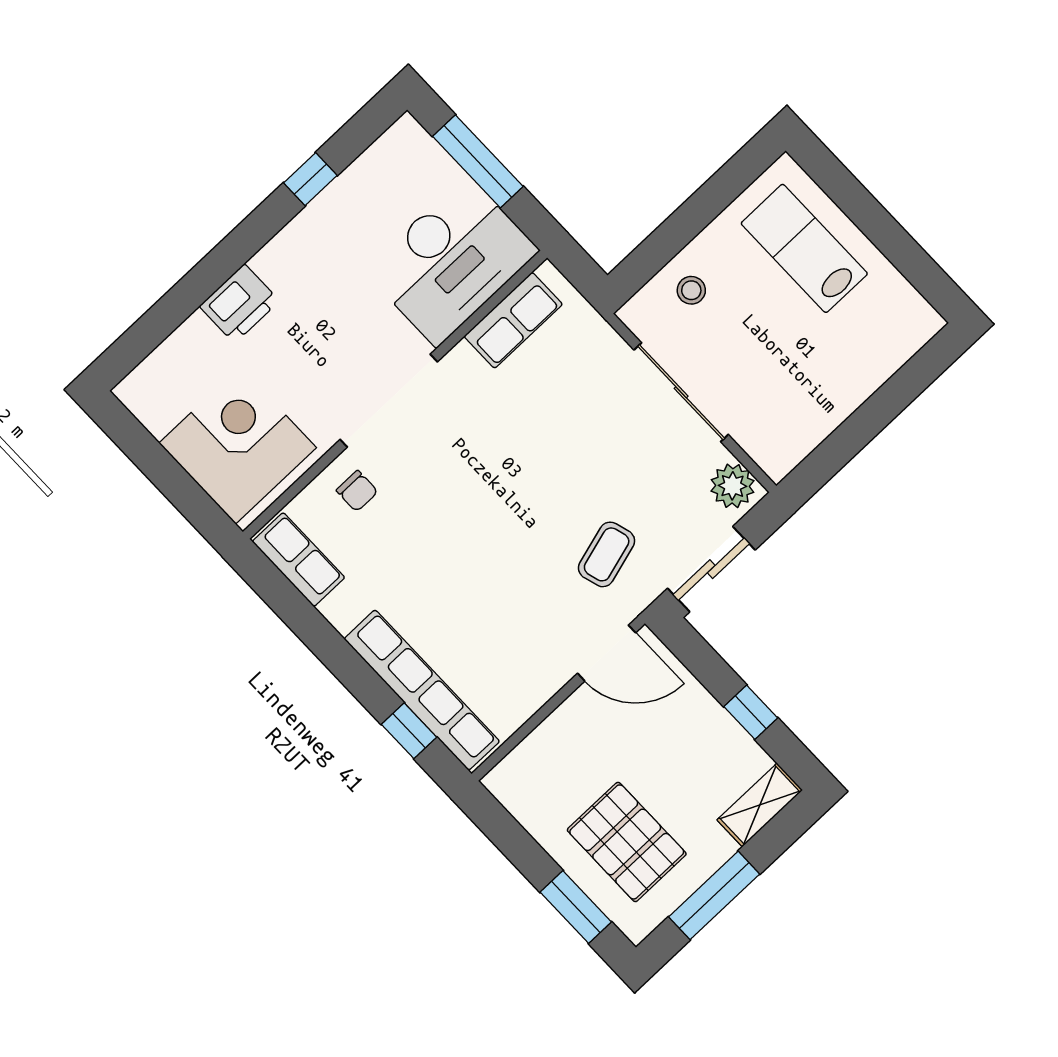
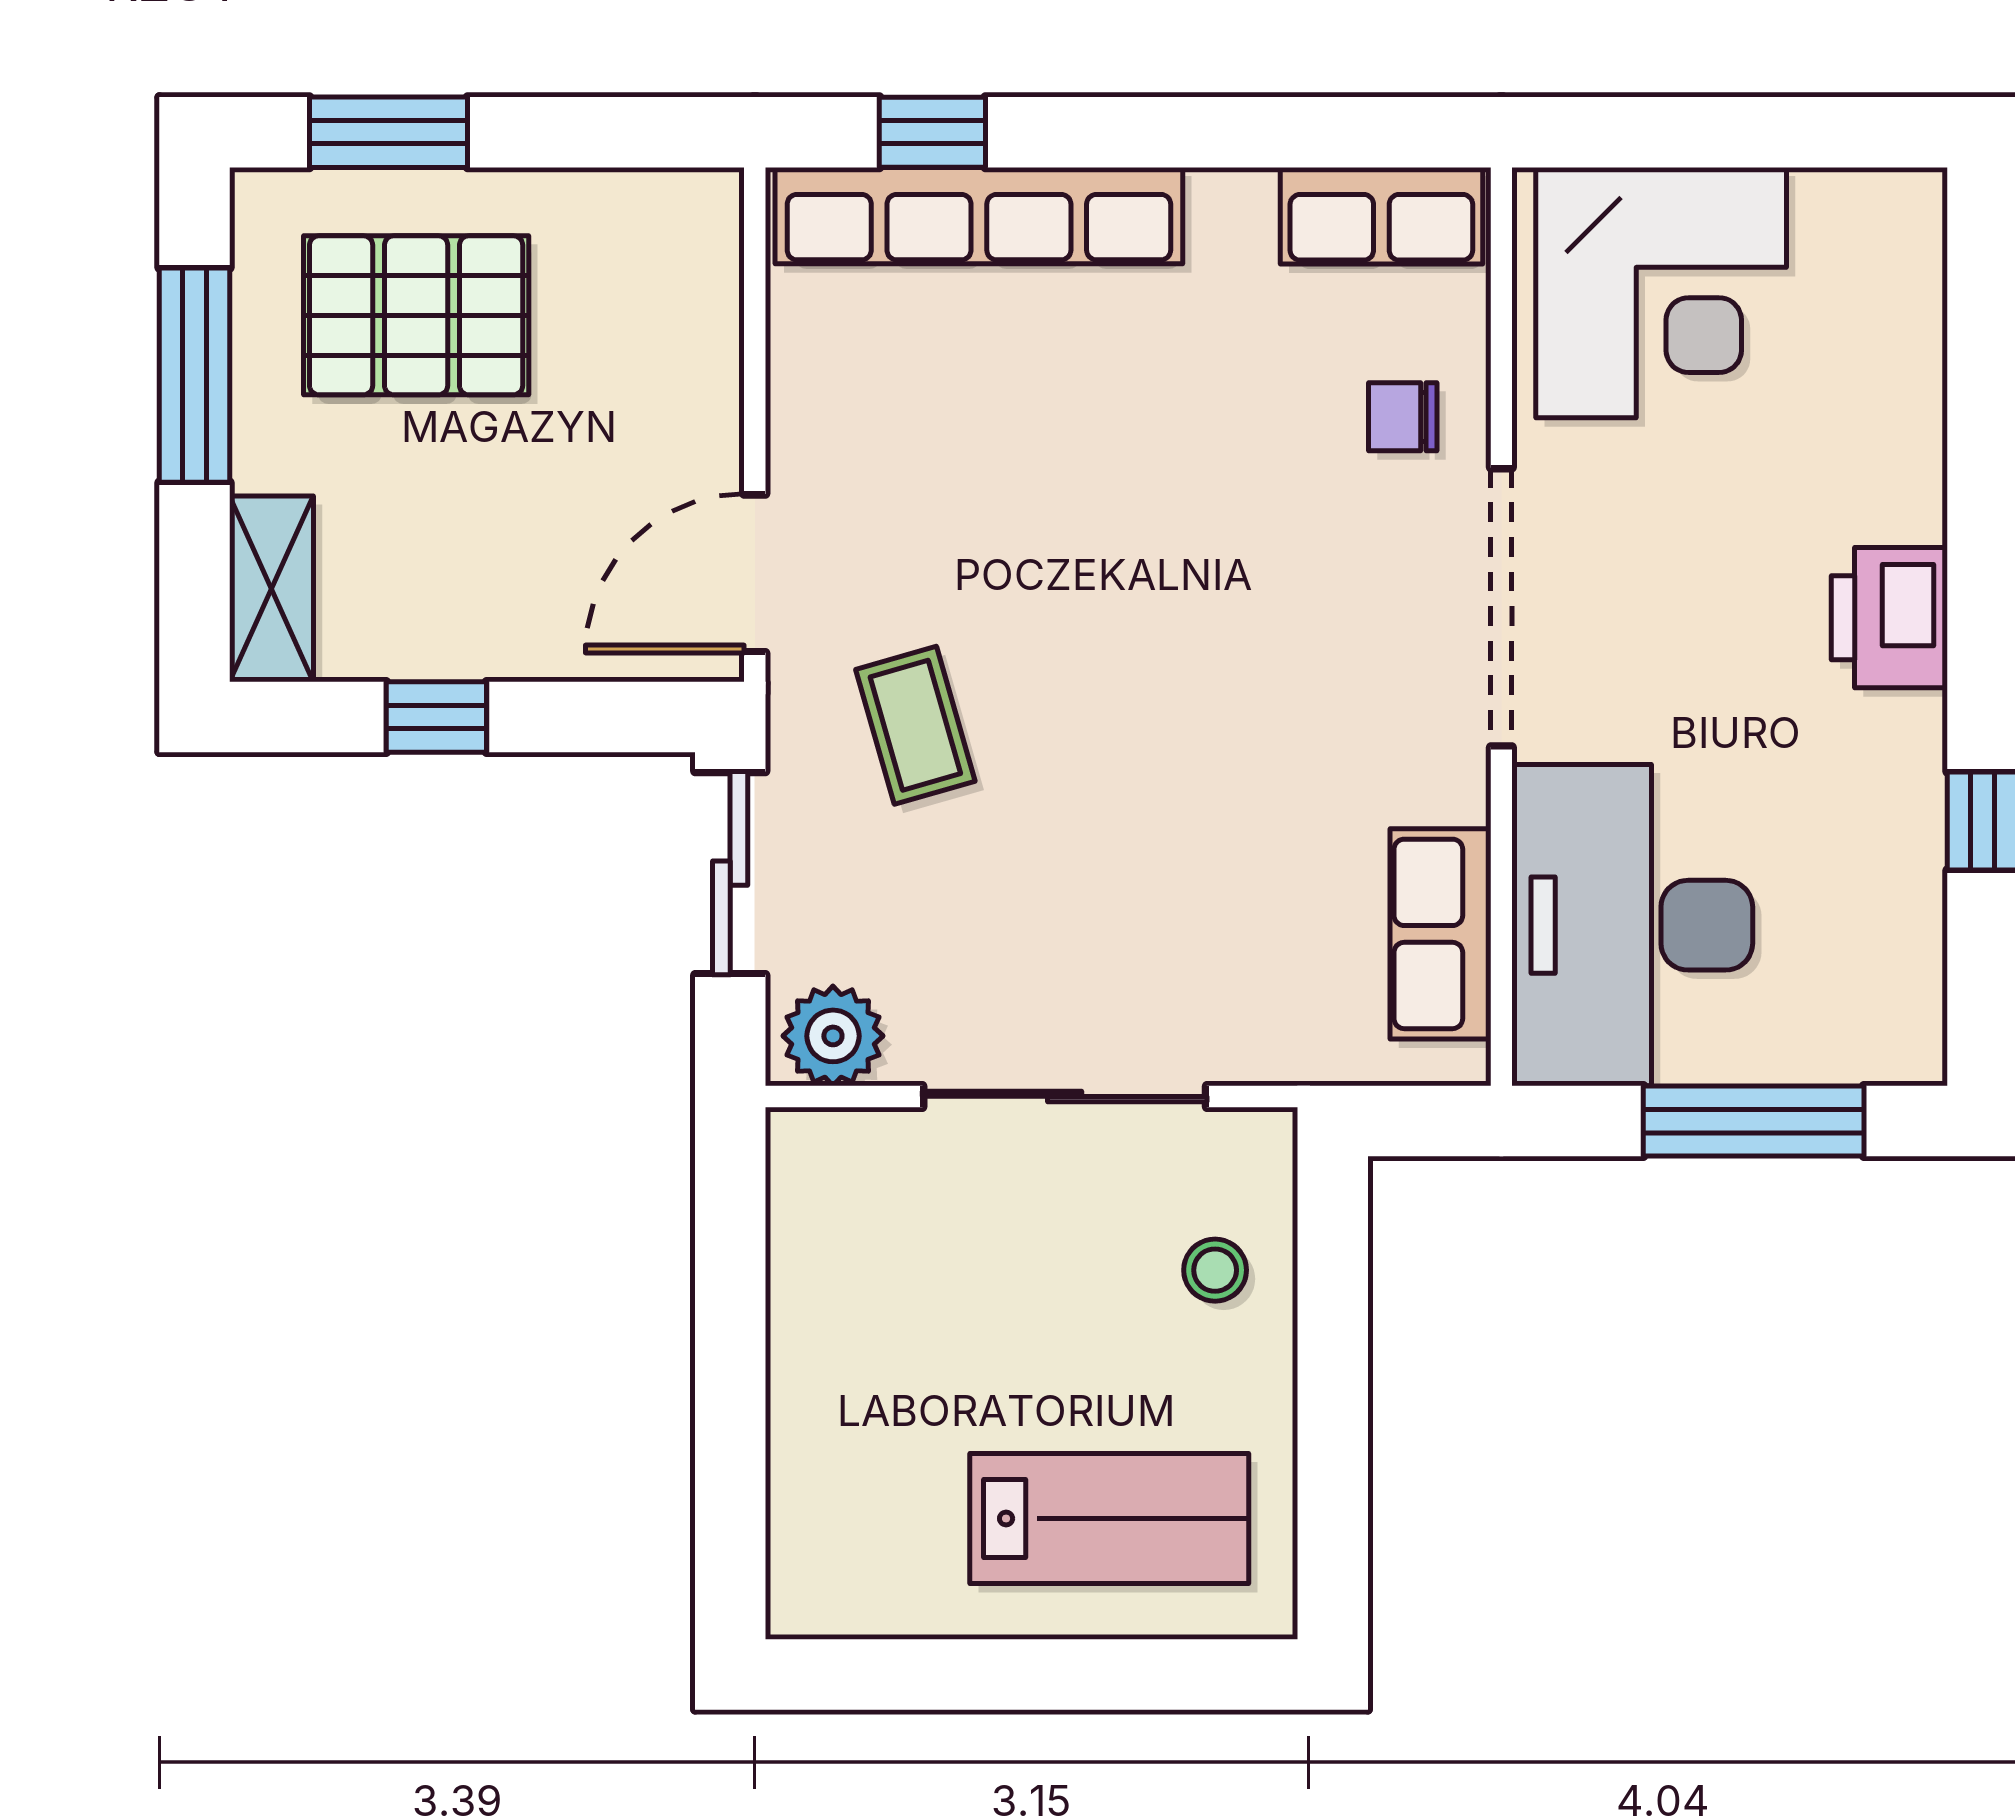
printer: (239, 304) -> (1889, 618), moved

